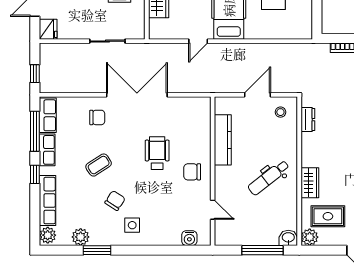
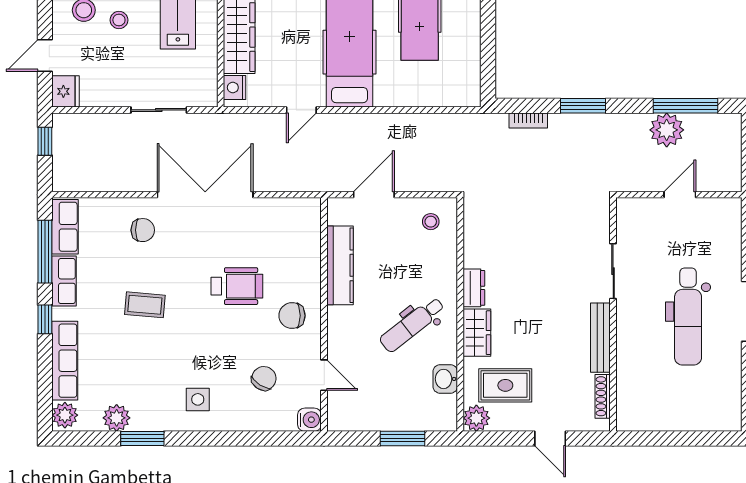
nightstand: (156, 27) -> (235, 88), added
window: (35, 74) -> (45, 141), moved
door: (258, 95) -> (374, 195), moved
dresser: (308, 120) -> (474, 288), moved
wheelchair: (157, 153) -> (237, 286), turned 90
coffee table: (99, 165) -> (145, 305), turned 38
chair: (115, 201) -> (264, 378), moved
water cooler: (189, 238) -> (309, 420), moved, turned -90
washbasin: (288, 238) -> (445, 379), moved, turned -90
window: (263, 250) -> (403, 438), width x0.69

